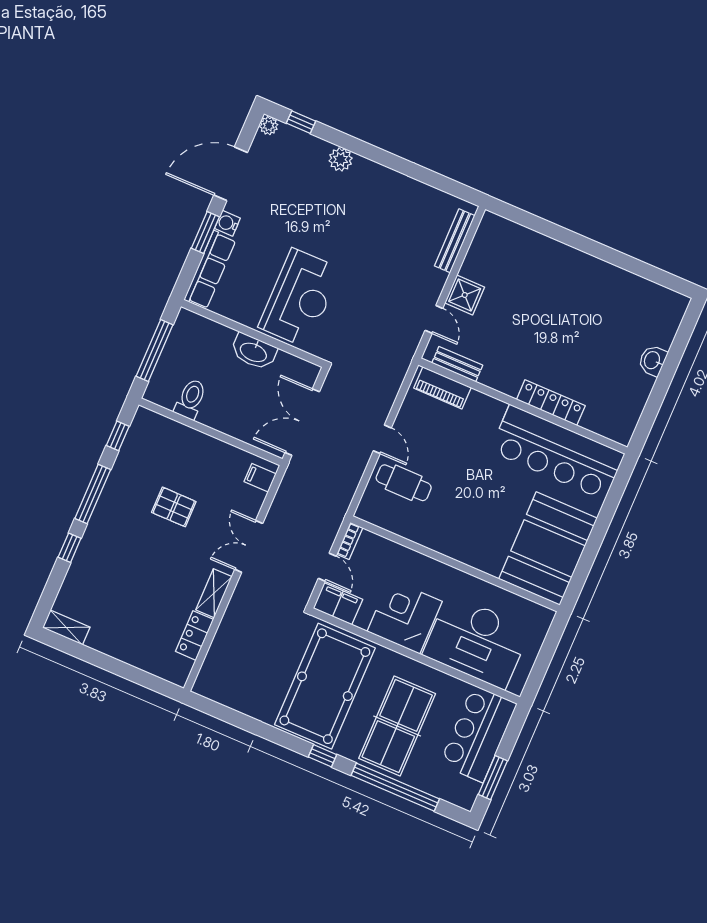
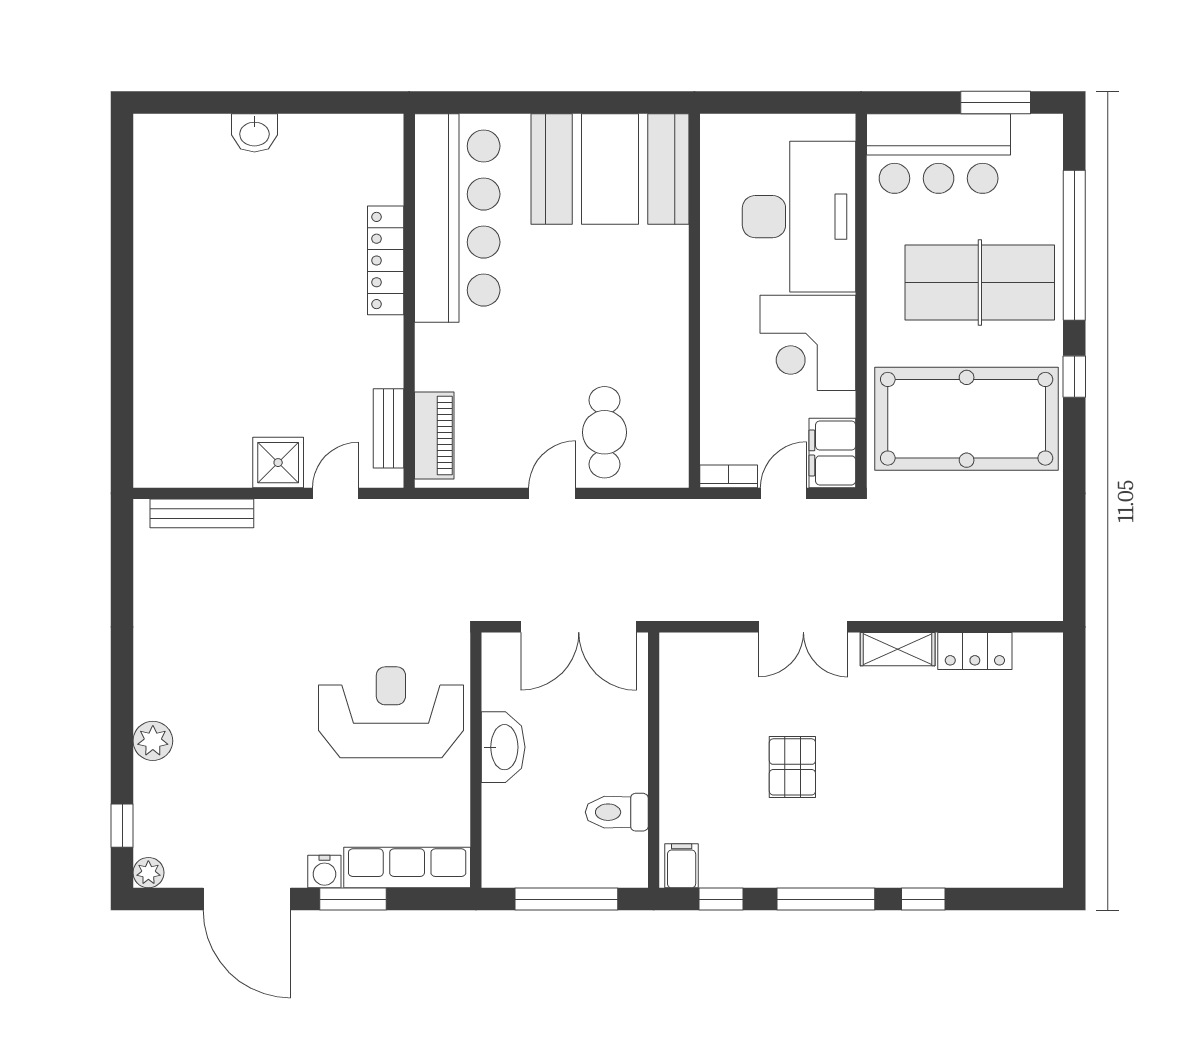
filing cabinet: (260, 478) -> (682, 866), moved, turned 180
shelving: (66, 627) -> (1047, 852), removed

